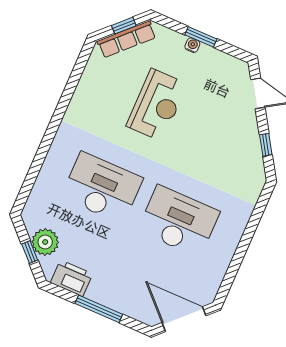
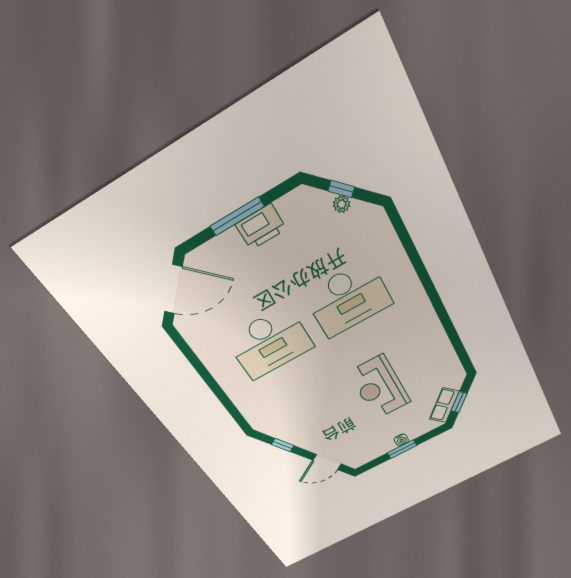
row of seats: (127, 39) -> (444, 405), width x0.68
plant: (45, 242) -> (342, 204), width x0.53, depth x0.53
printer: (72, 278) -> (261, 227), moved

